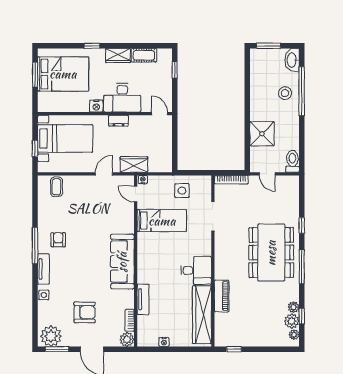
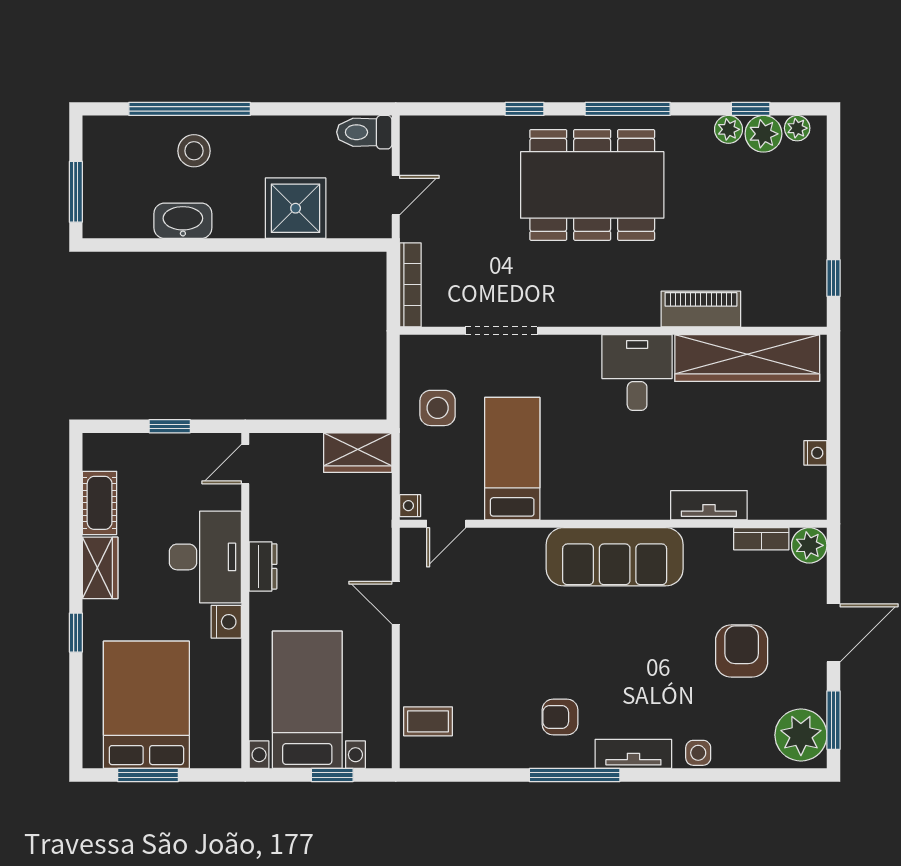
washbasin: (292, 60) -> (183, 221), moved, turned 180
window: (175, 70) -> (170, 426), moved
wardrobe: (134, 164) -> (358, 453), moved, turned -90

